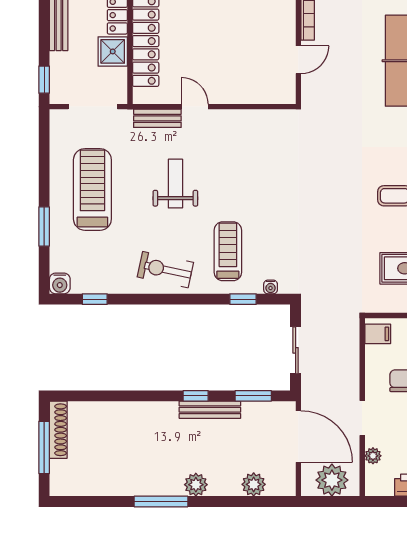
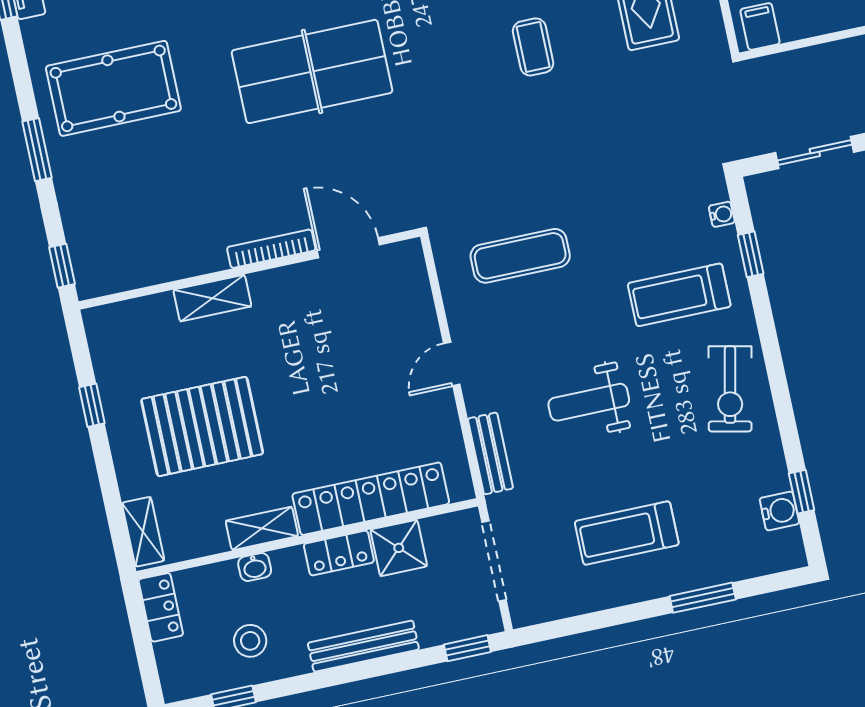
door: (298, 60) -> (348, 248), width x1.38
door: (195, 107) -> (452, 364), moved
exercise mat: (272, 161) -> (520, 256), added
treadmill: (92, 189) -> (627, 533), width x0.73, depth x0.73
water cooler: (60, 283) -> (779, 511), moved

